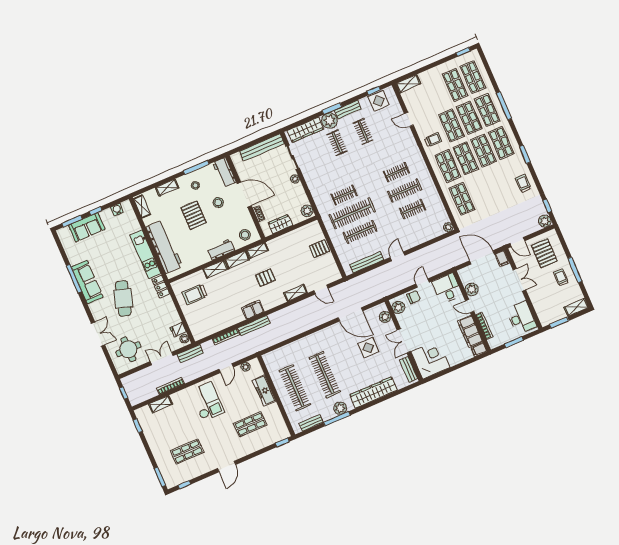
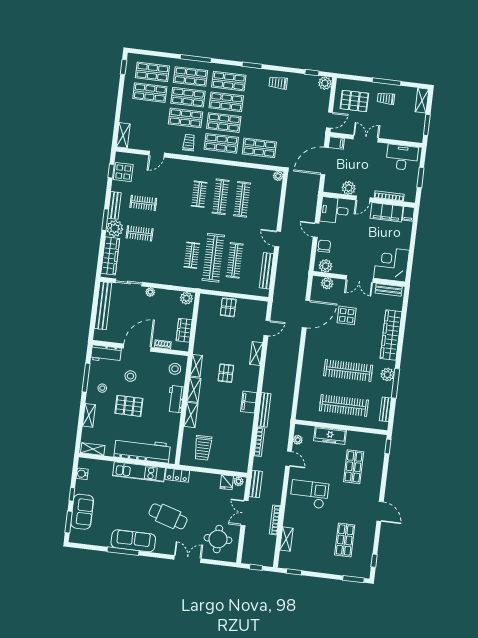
clothes rail: (413, 209) -> (242, 199), width x1.36

